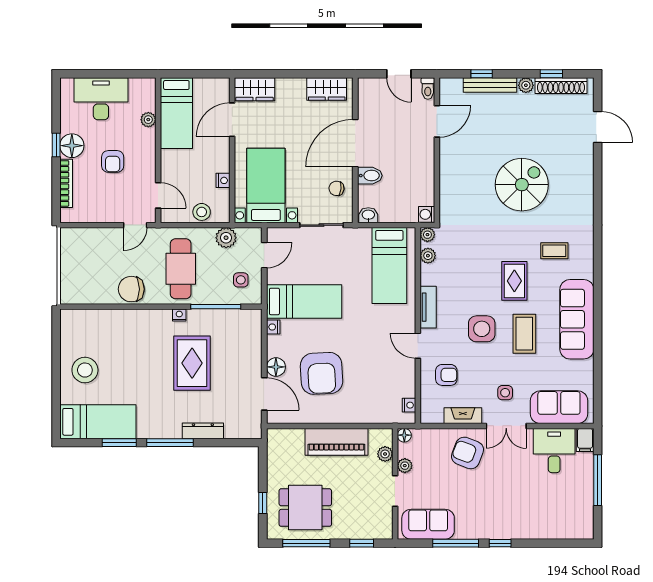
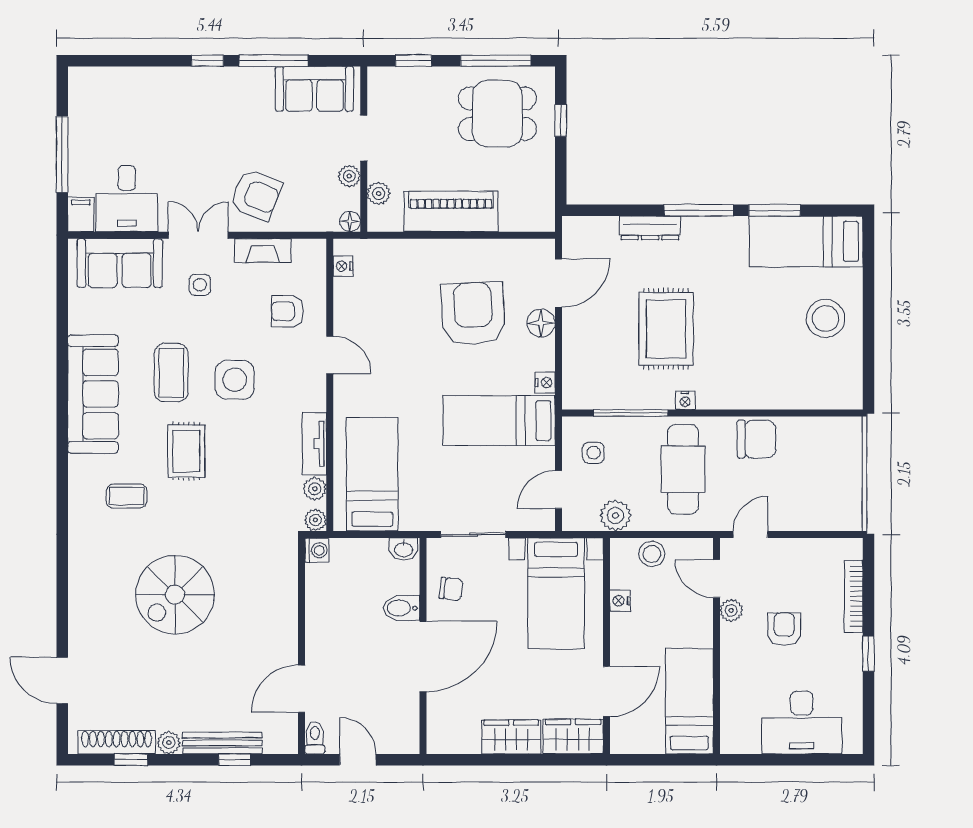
wardrobe: (327, 89) -> (511, 737), moved
plant: (148, 120) -> (731, 610), moved
floor lamp: (72, 146) -> (845, 653), removed
tv unit: (428, 307) -> (314, 444), moved
door: (264, 394) -> (558, 283), swing flipped

